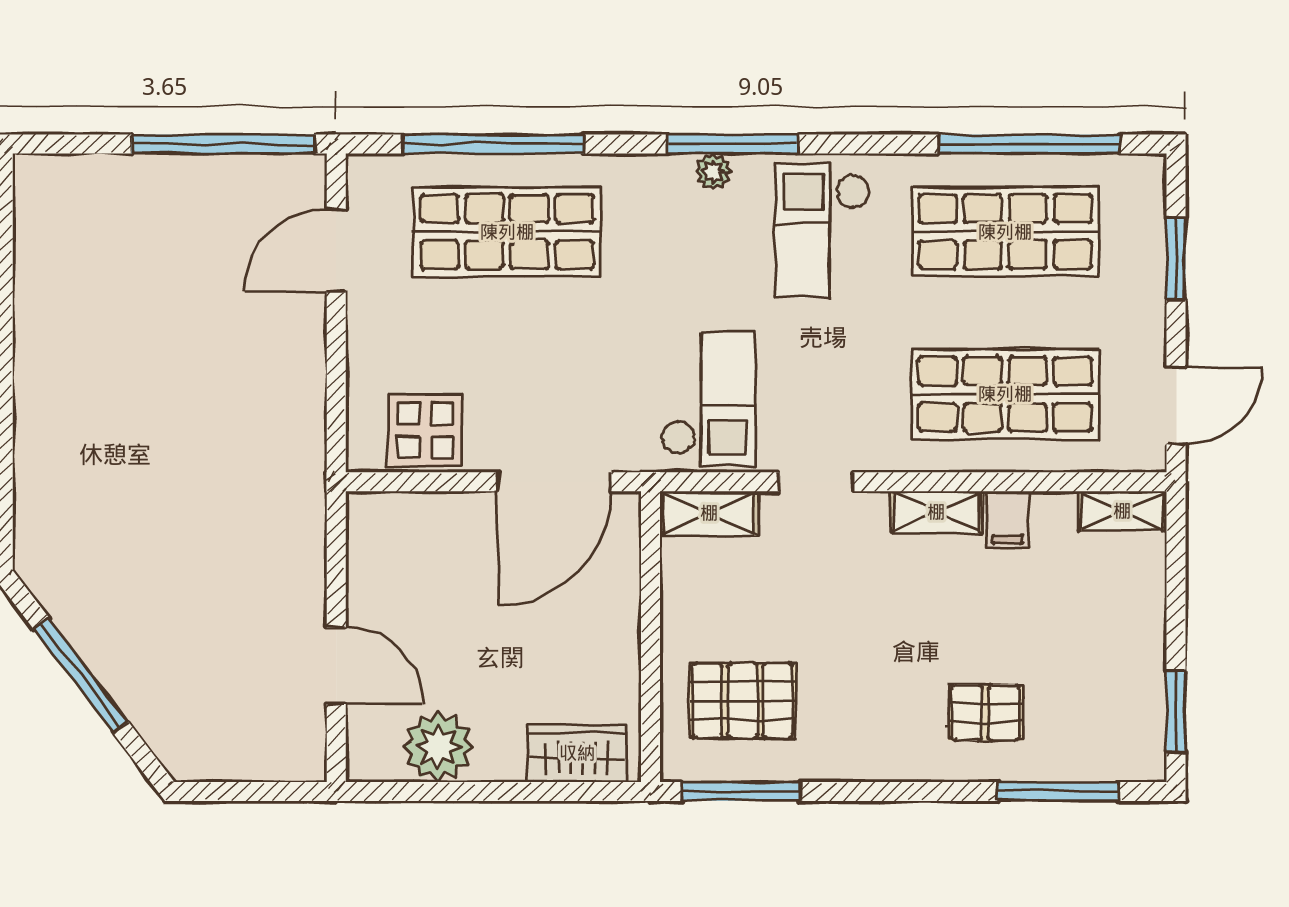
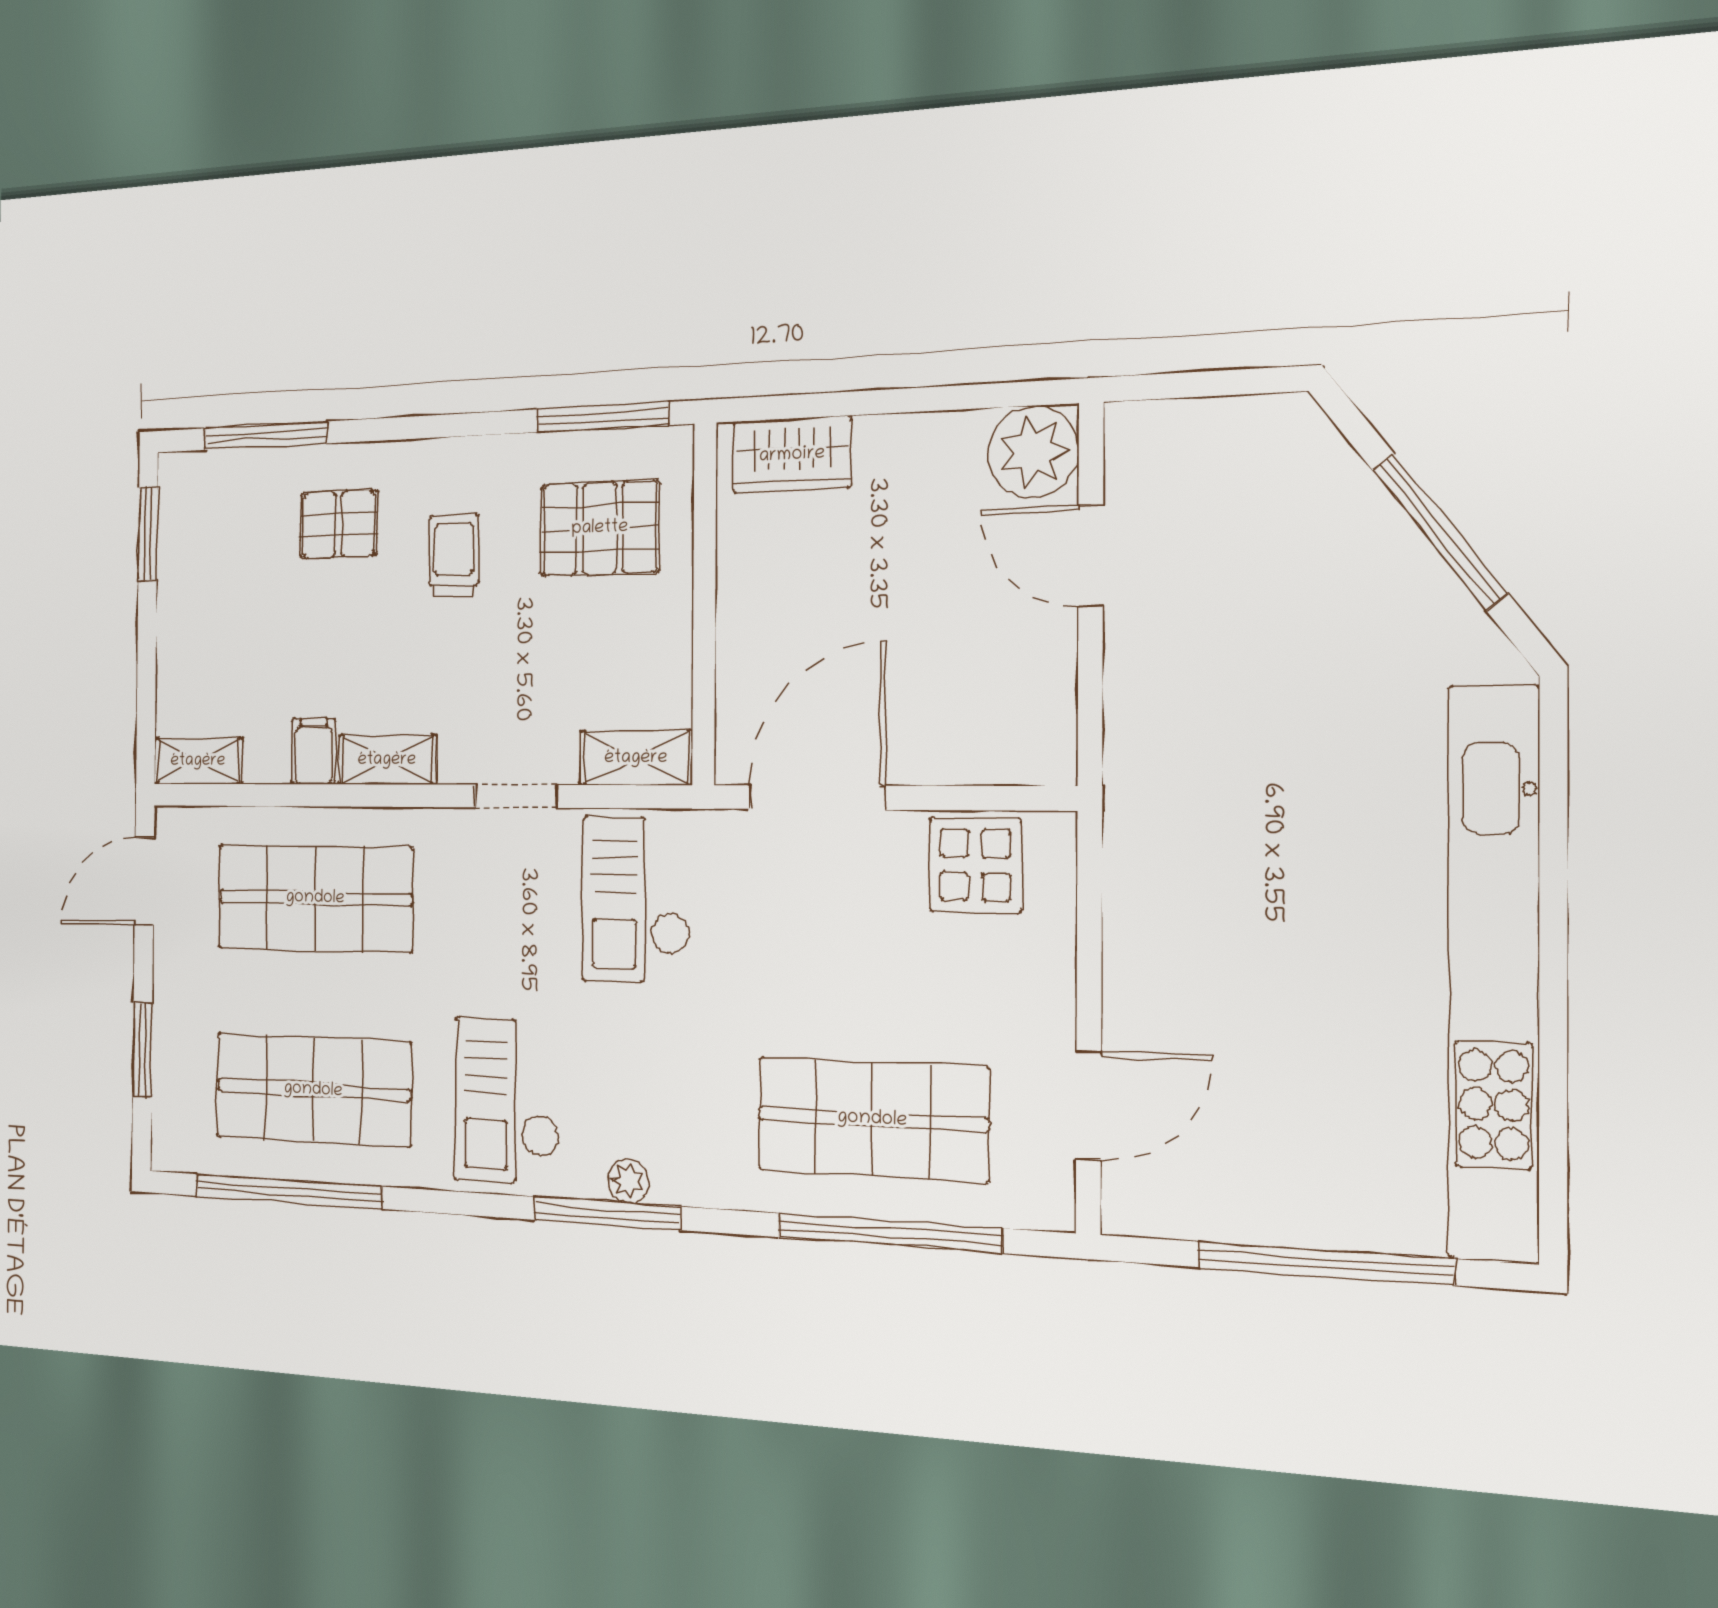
window: (223, 144) -> (1324, 1263), moved
checkout: (822, 231) -> (507, 1101), turned 180
kitchen unit: (44, 359) -> (1494, 972), added
trolley: (876, 682) -> (454, 556), added
plant: (438, 747) -> (1033, 452), moved

